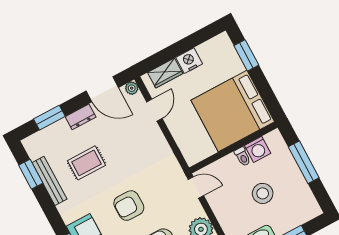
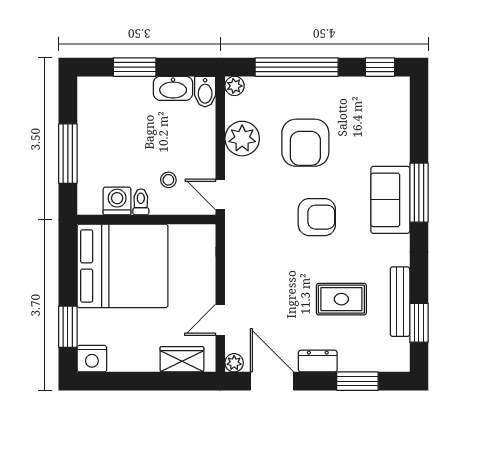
nightstand: (189, 61) -> (92, 359), moved
stool: (263, 193) -> (168, 180), moved, width x0.53, depth x0.53

